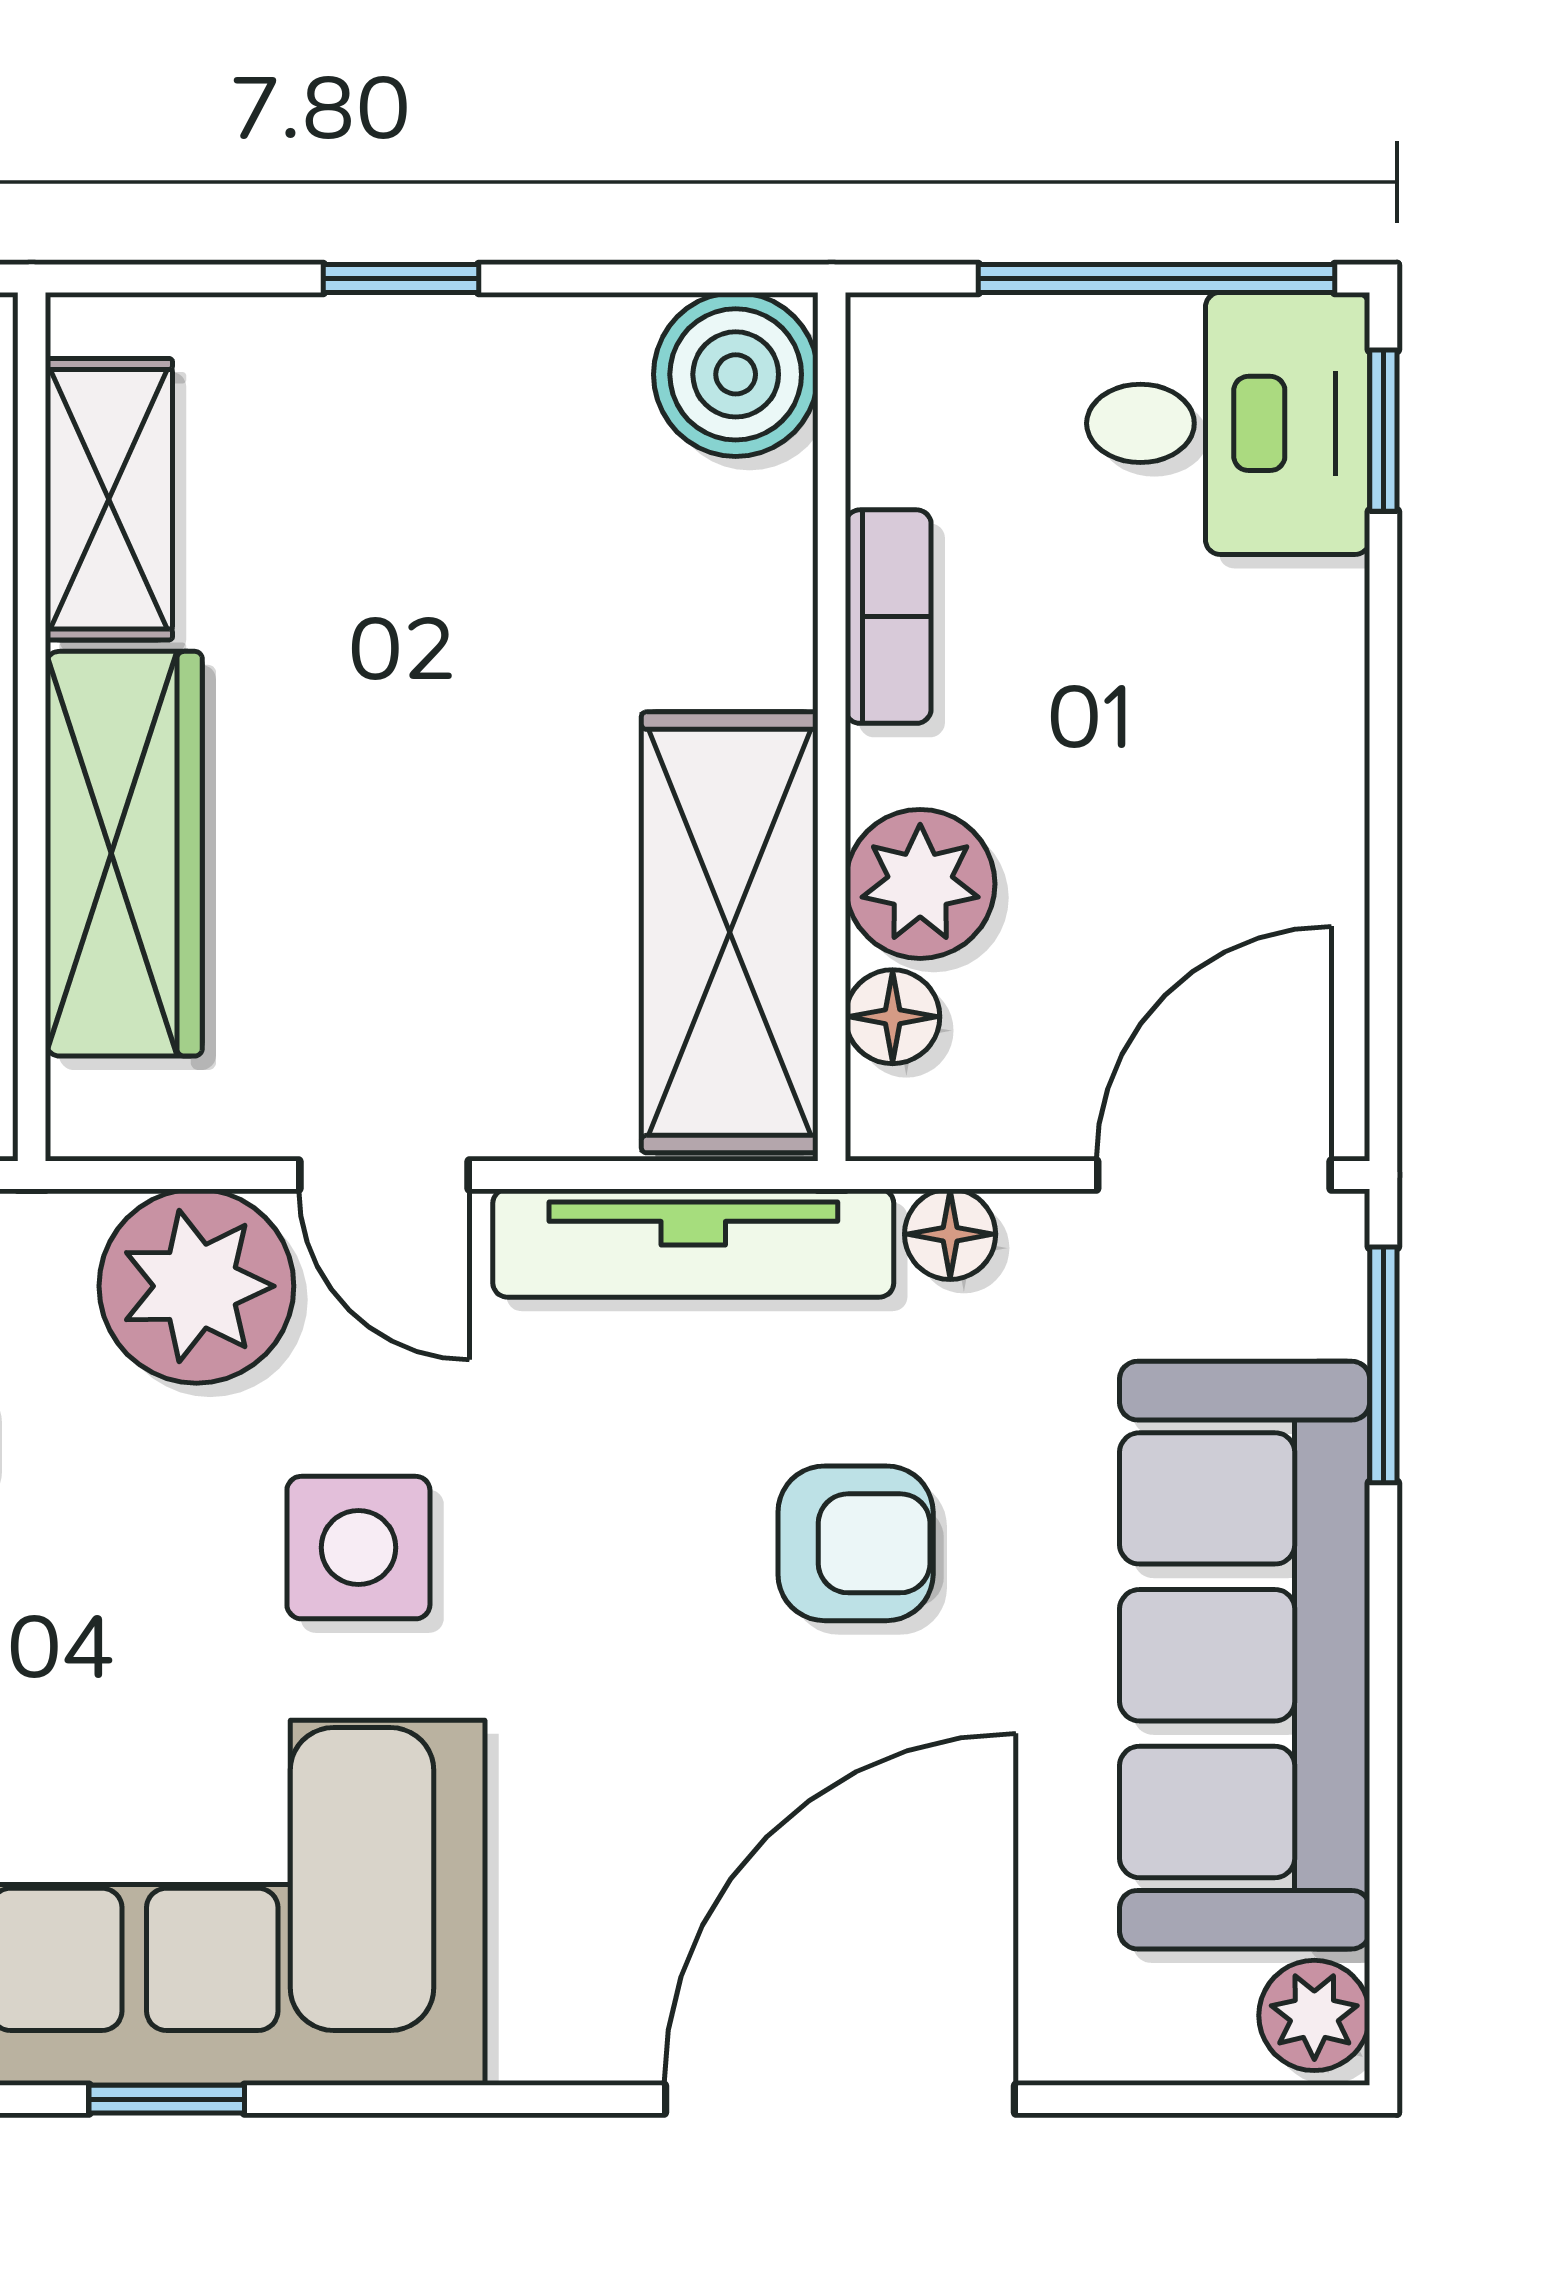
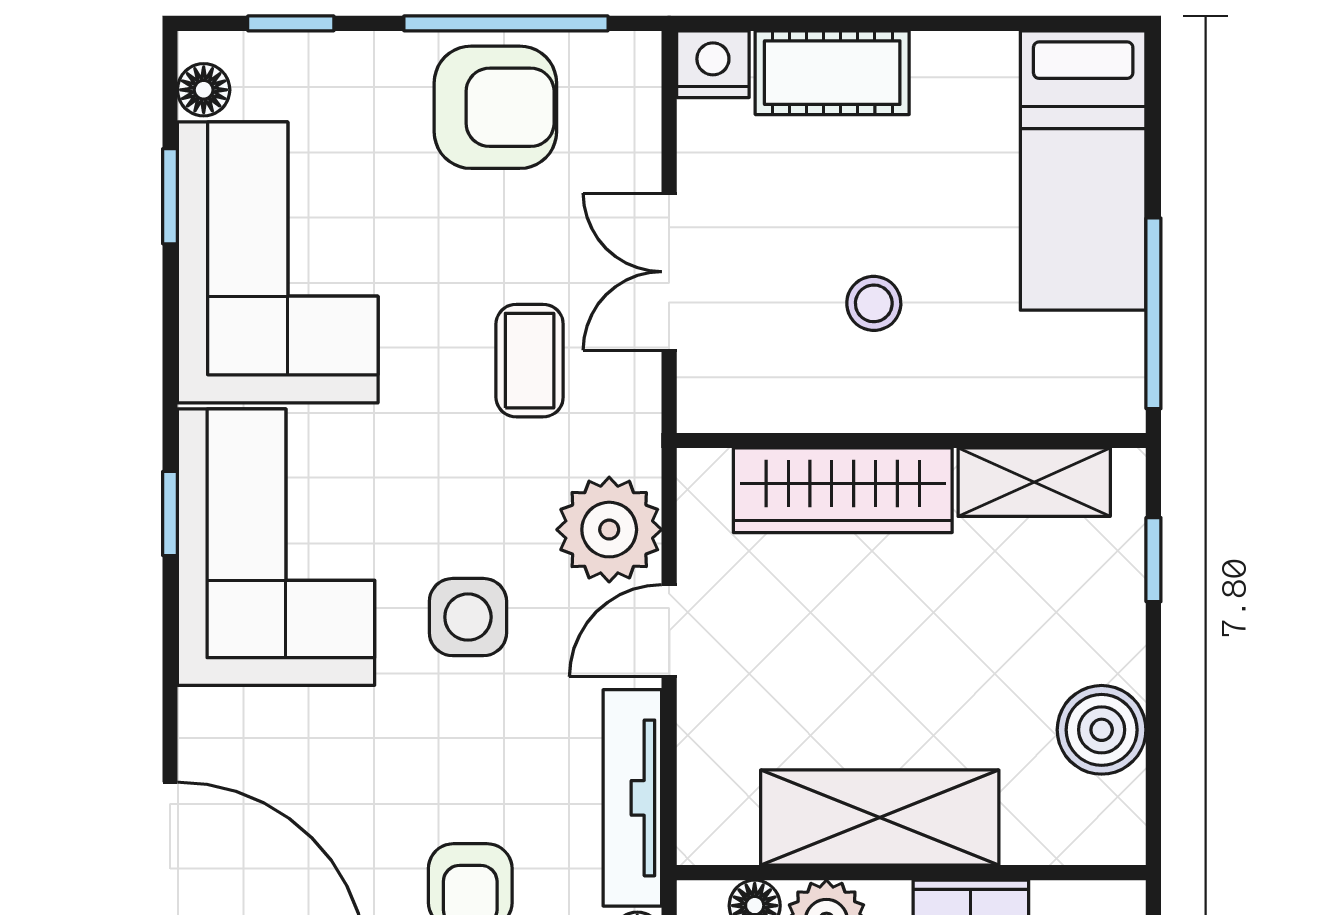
window: (401, 278) -> (1153, 560), moved
boiler: (736, 374) -> (1102, 730), moved
shelving: (730, 932) -> (880, 818), moved

